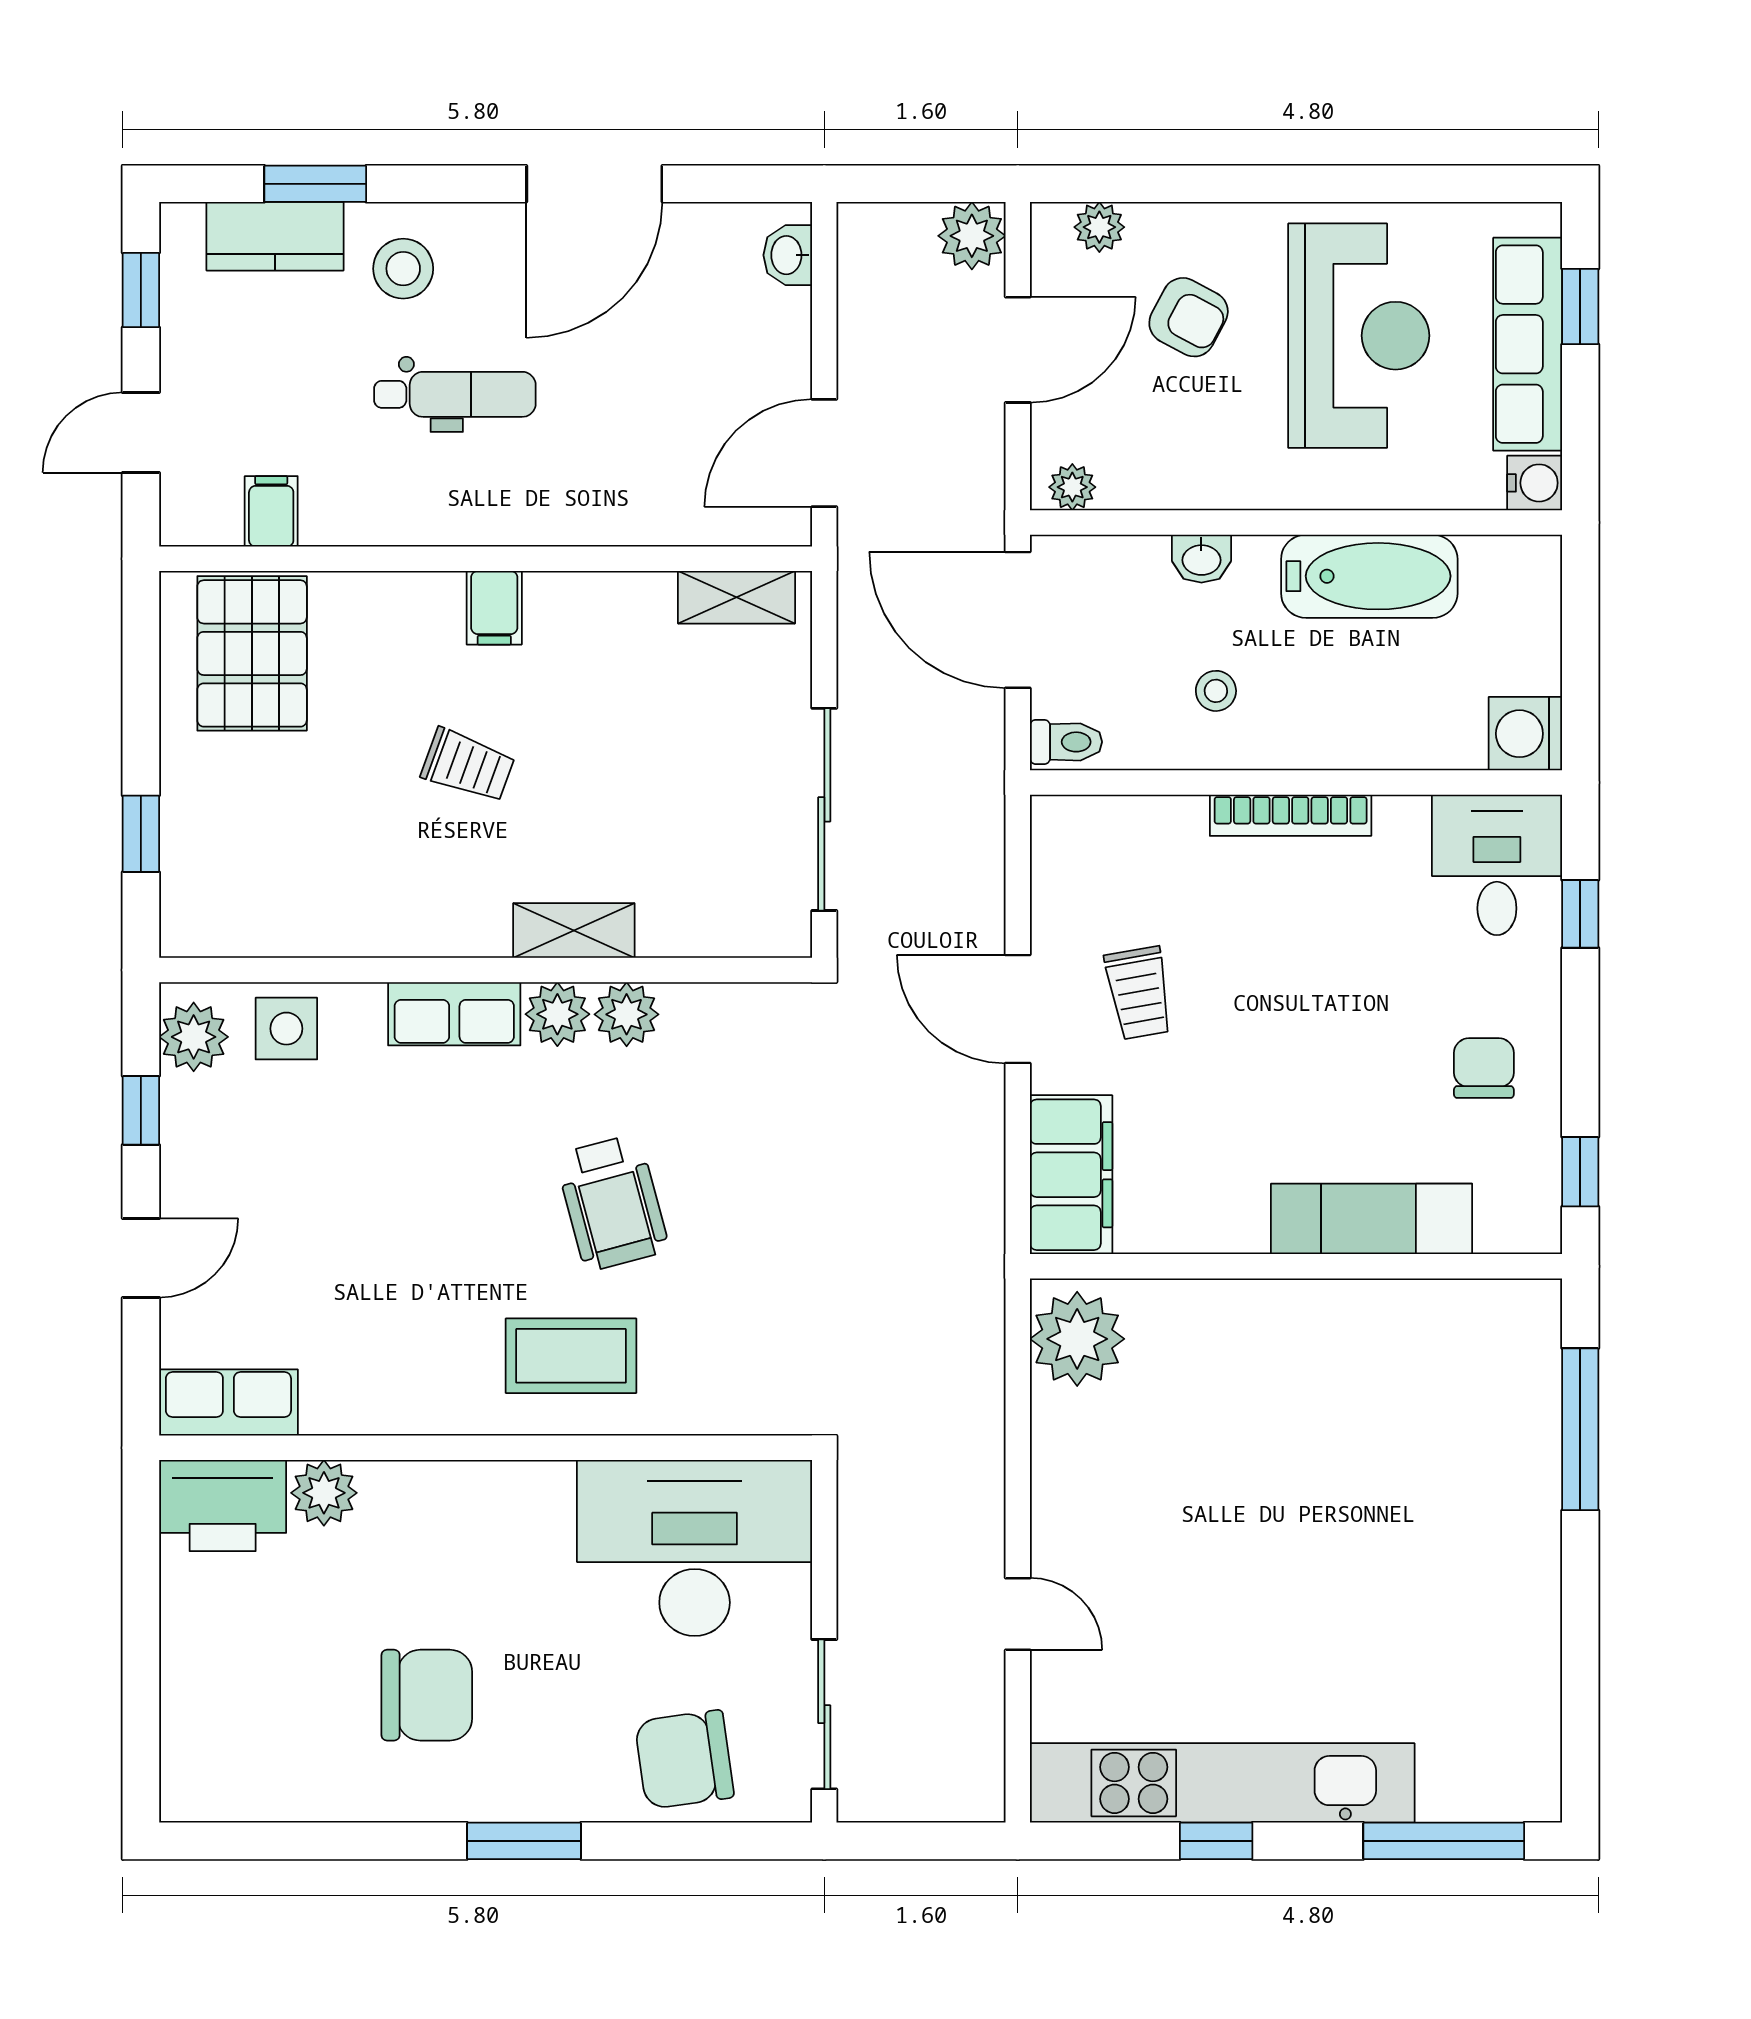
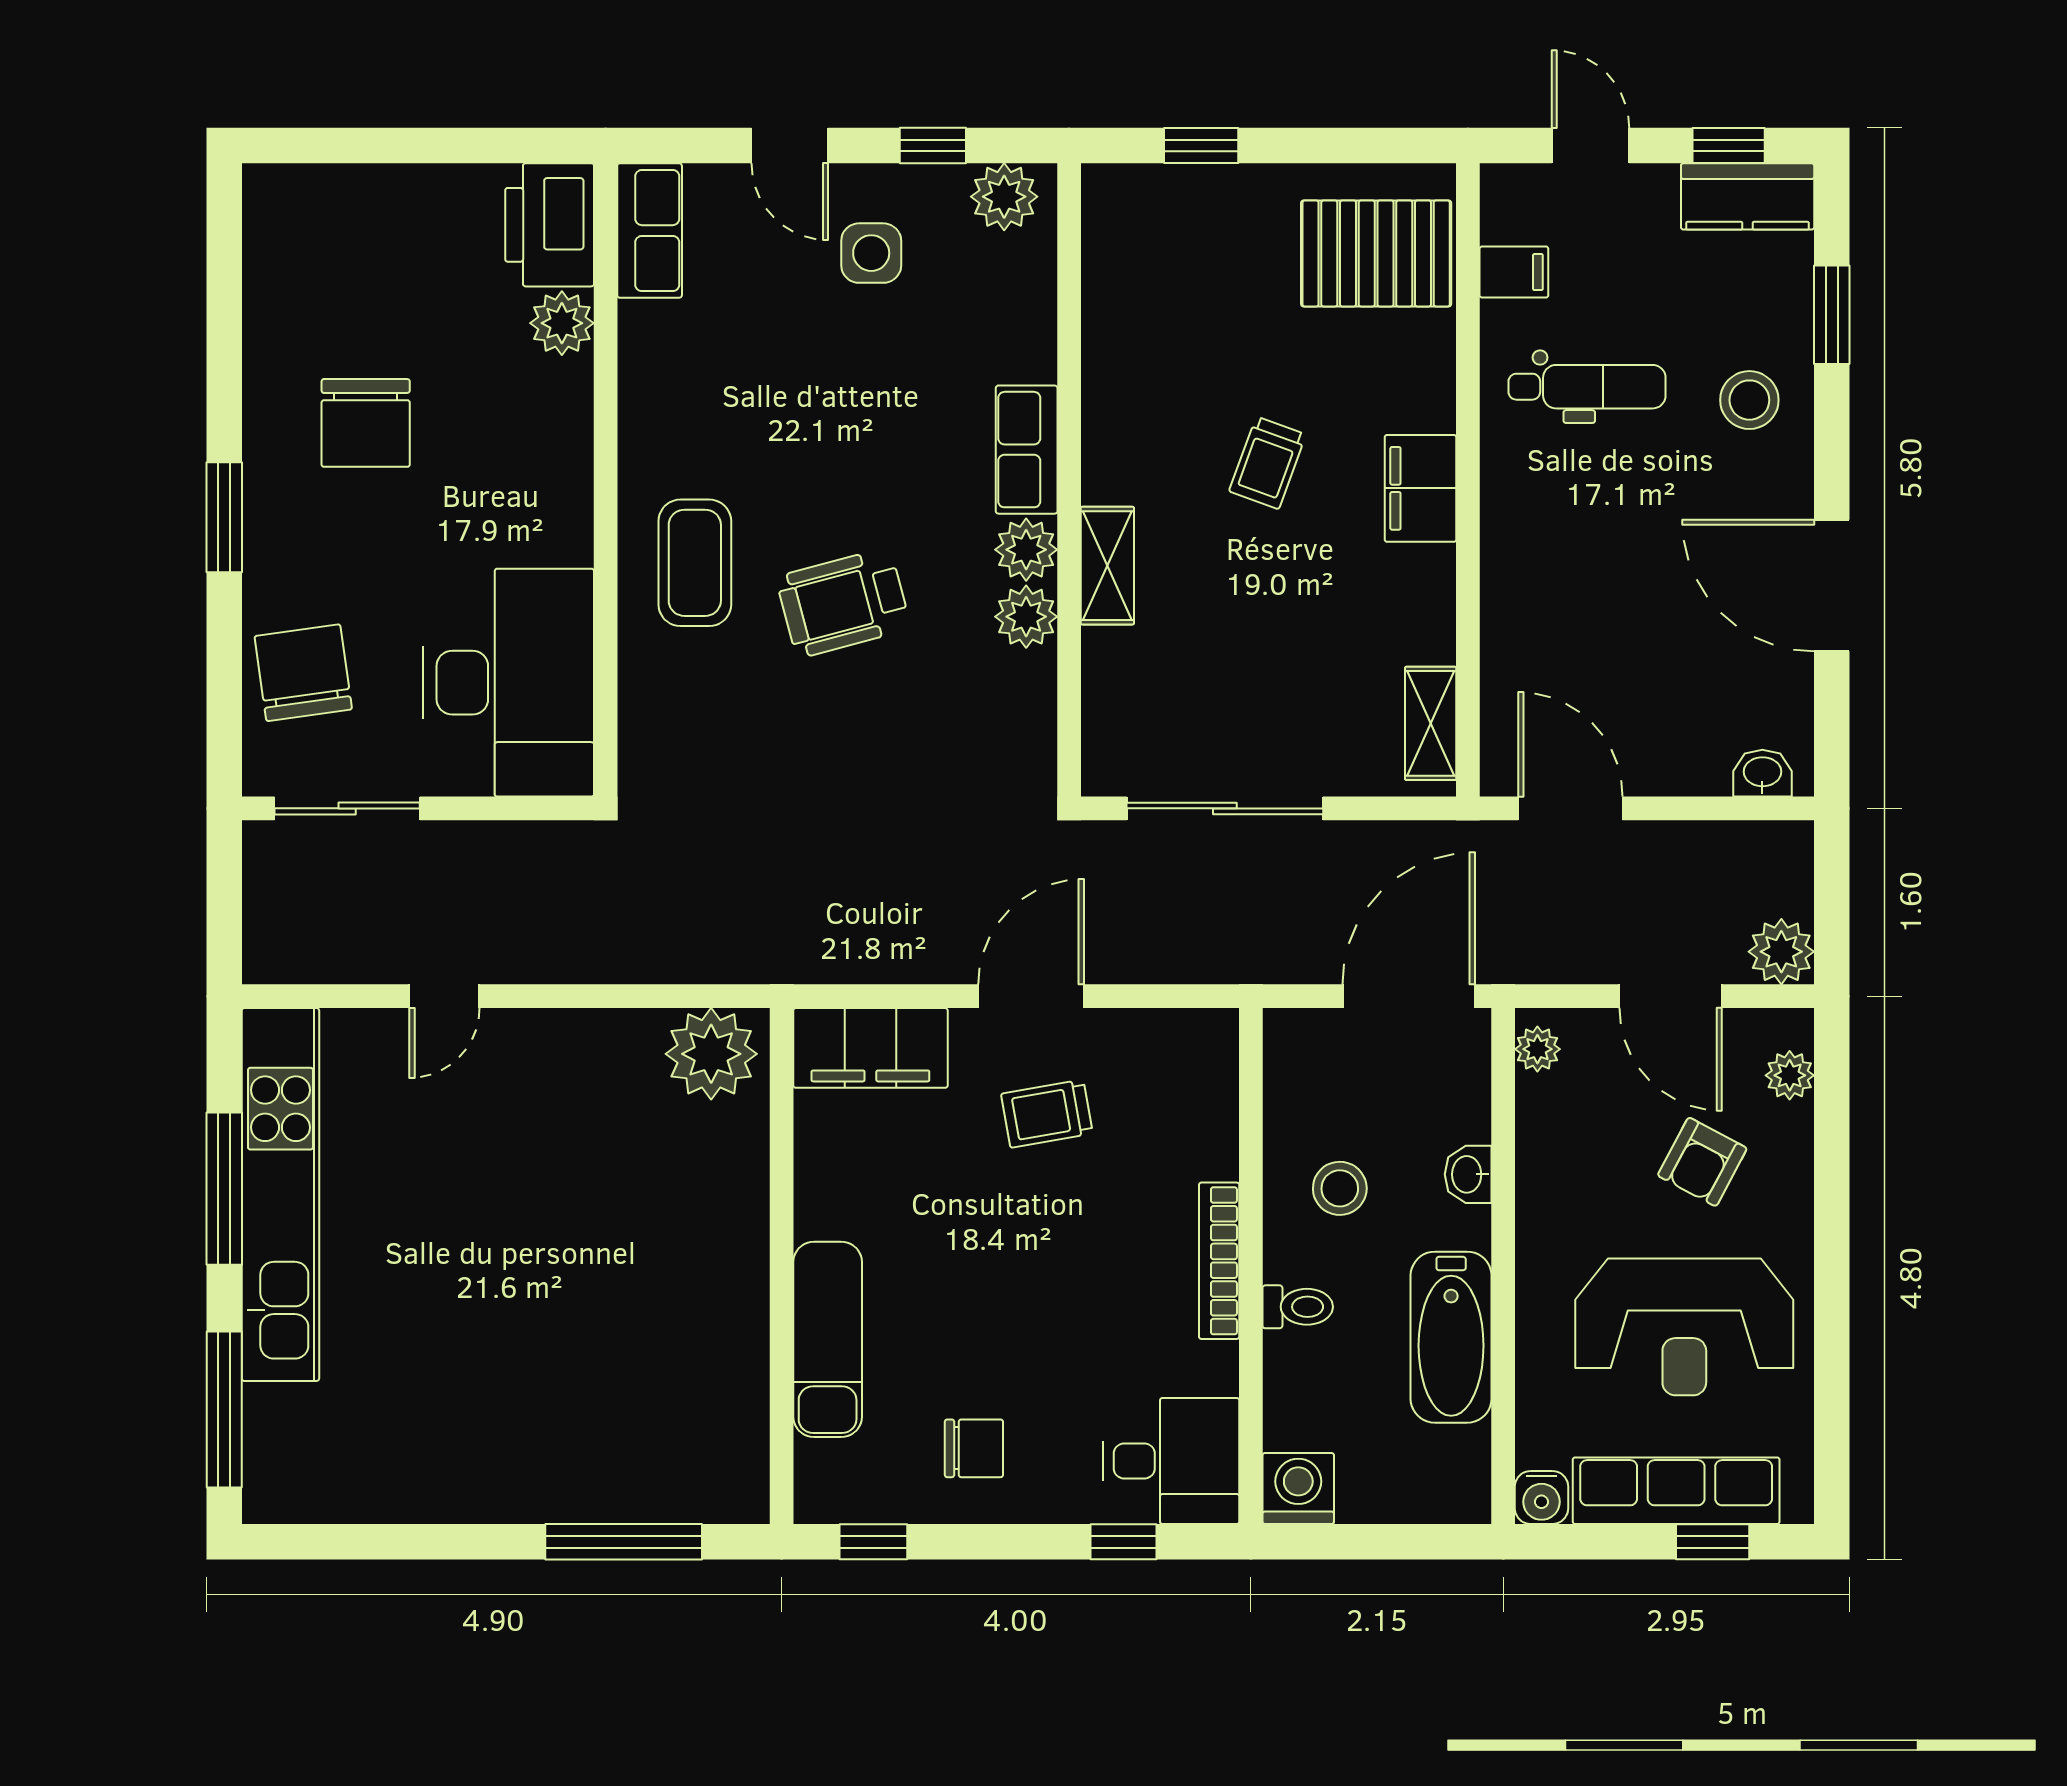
kitchen counter: (275, 236) -> (1748, 196), moved, turned -90
dental chair: (455, 394) -> (1587, 387), moved, turned -90
filing cabinet: (494, 608) -> (1420, 488), width x2.00
stool: (1216, 691) -> (1340, 1188), width x1.37, depth x1.37
toilet: (1066, 742) -> (1298, 1307), moved, turned -90
side table: (286, 1029) -> (871, 253), moved
window: (1216, 1841) -> (224, 1189), width x2.17

